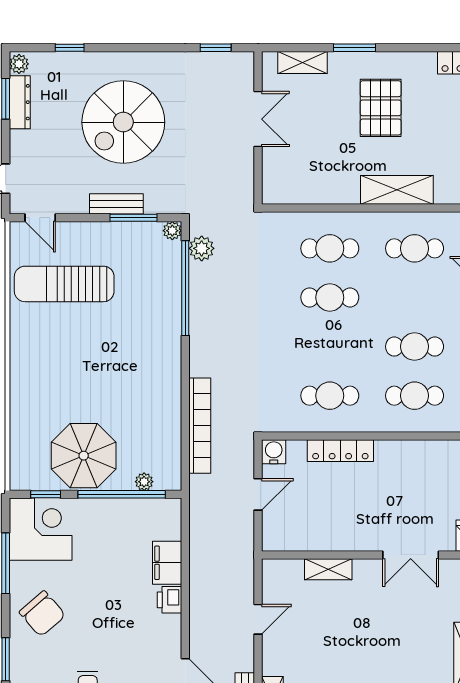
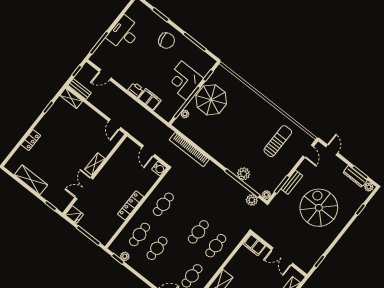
filing cabinet: (276, 183) -> (254, 245), added
door: (40, 218) -> (308, 151), swing flipped
sun lounger: (64, 284) -> (278, 141), width x0.73, depth x0.75
plant: (167, 299) -> (244, 174), added
locker: (340, 451) -> (131, 205), moved
corner desk: (41, 529) -> (184, 80), moved, turned 90
shelving: (328, 569) -> (95, 164), moved
chair: (42, 614) -> (167, 41), turned -152
door: (258, 619) -> (115, 124), moved

